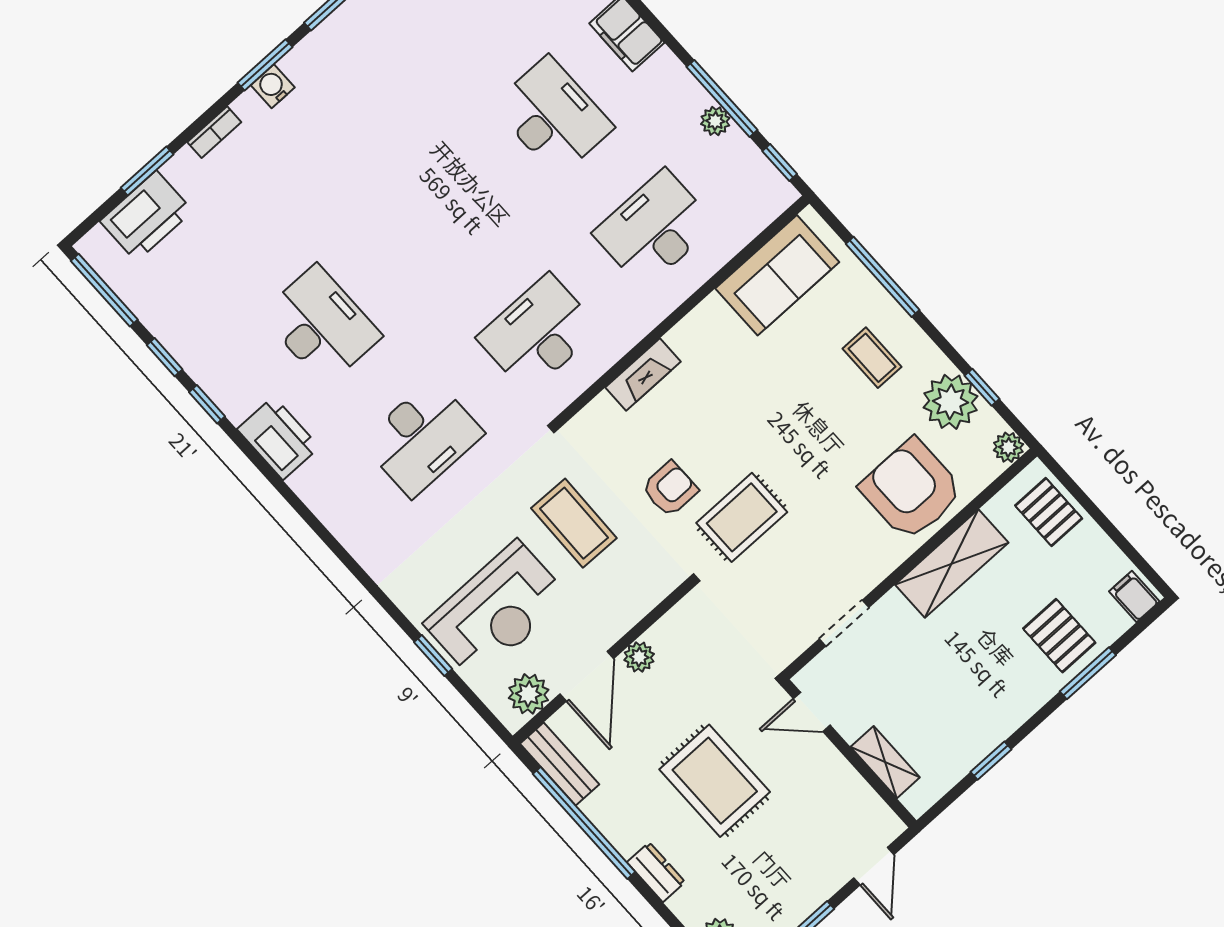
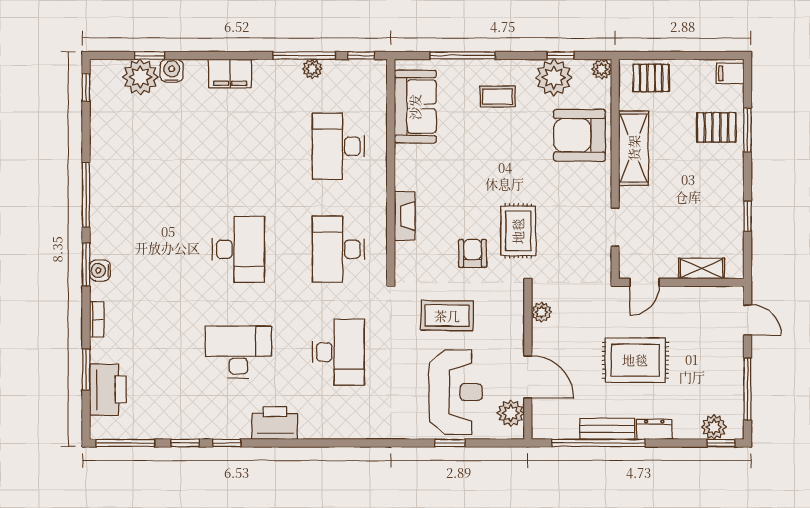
desk: (553, 116) -> (238, 249), moved, turned 90
plant: (639, 657) -> (541, 312), moved
bench: (560, 764) -> (607, 429), moved

